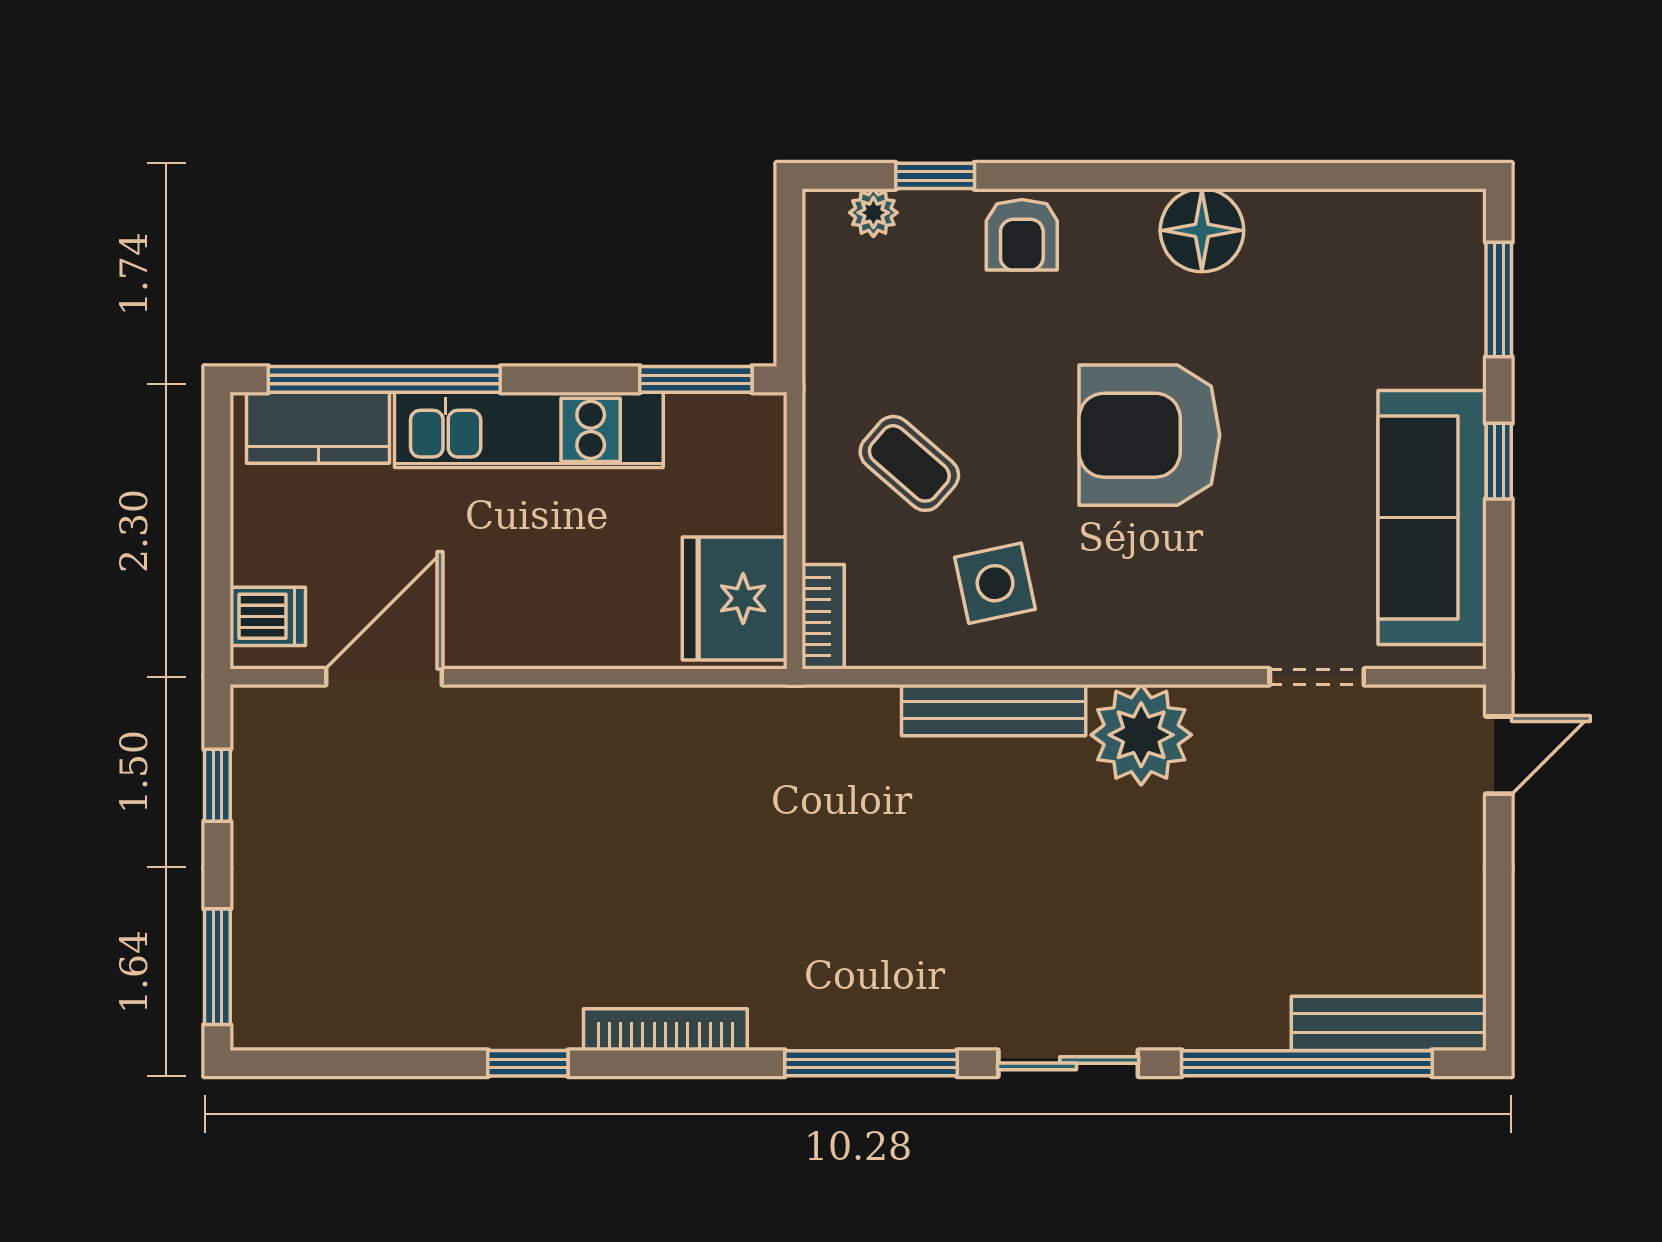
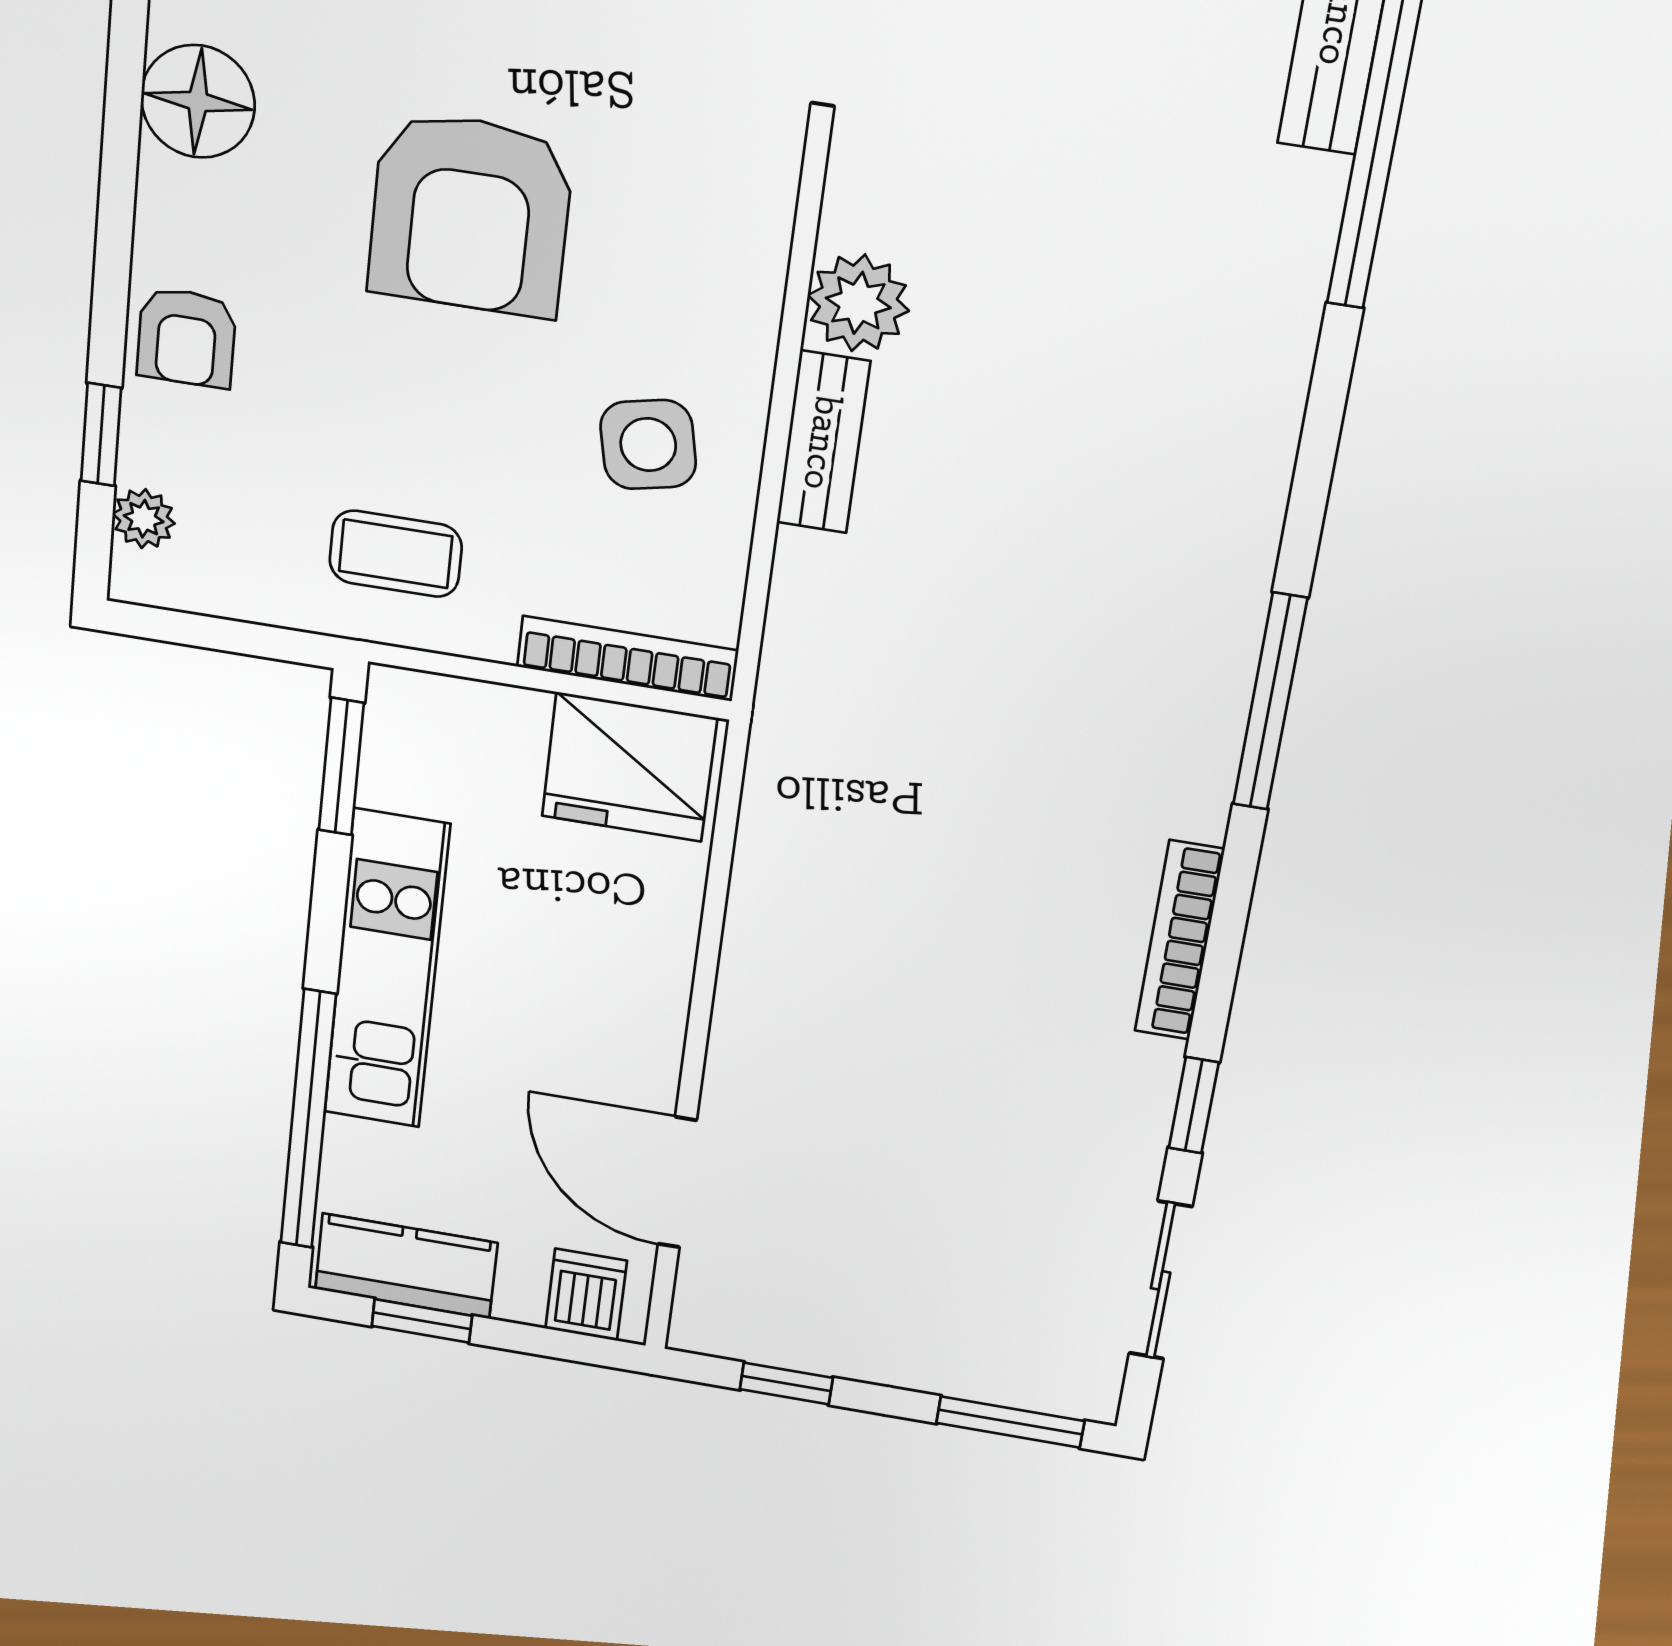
armchair: (1022, 235) -> (186, 337), turned 90
kitchen counter: (318, 428) -> (406, 1266), moved, turned -90
coffee table: (909, 463) -> (396, 554), moved, turned 49
window: (217, 487) -> (422, 1321), added
bookcase: (823, 617) -> (627, 659), width x1.56
bench: (994, 710) -> (823, 442), width x0.73
plant: (1141, 735) -> (858, 303), width x0.73, depth x0.73
sliding door: (1068, 1063) -> (1161, 1280), moved

